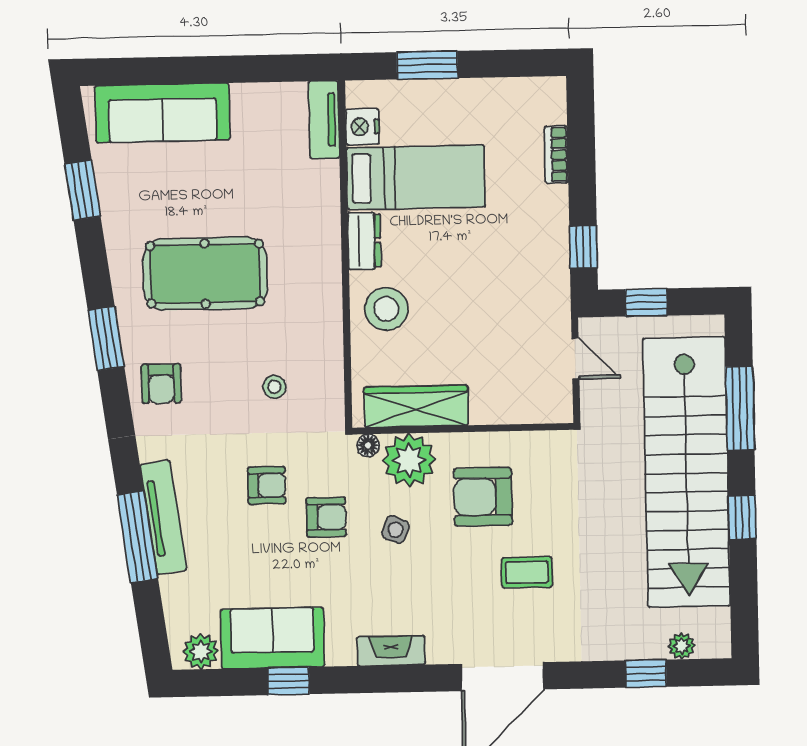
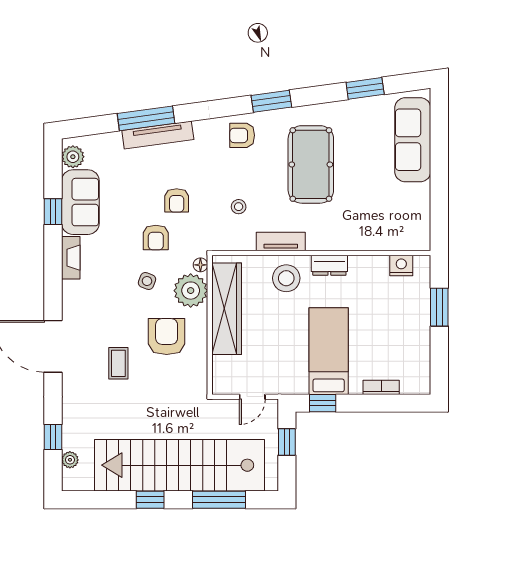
tv unit: (324, 120) -> (281, 241), moved
bed: (416, 177) -> (329, 351), moved, turned 180
wardrobe: (416, 406) -> (227, 309), width x1.40, depth x1.17
fireplace: (391, 651) -> (71, 258), moved

